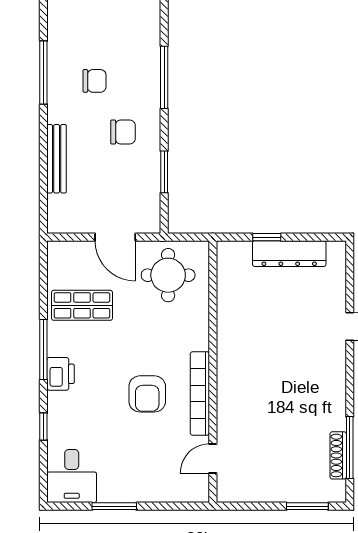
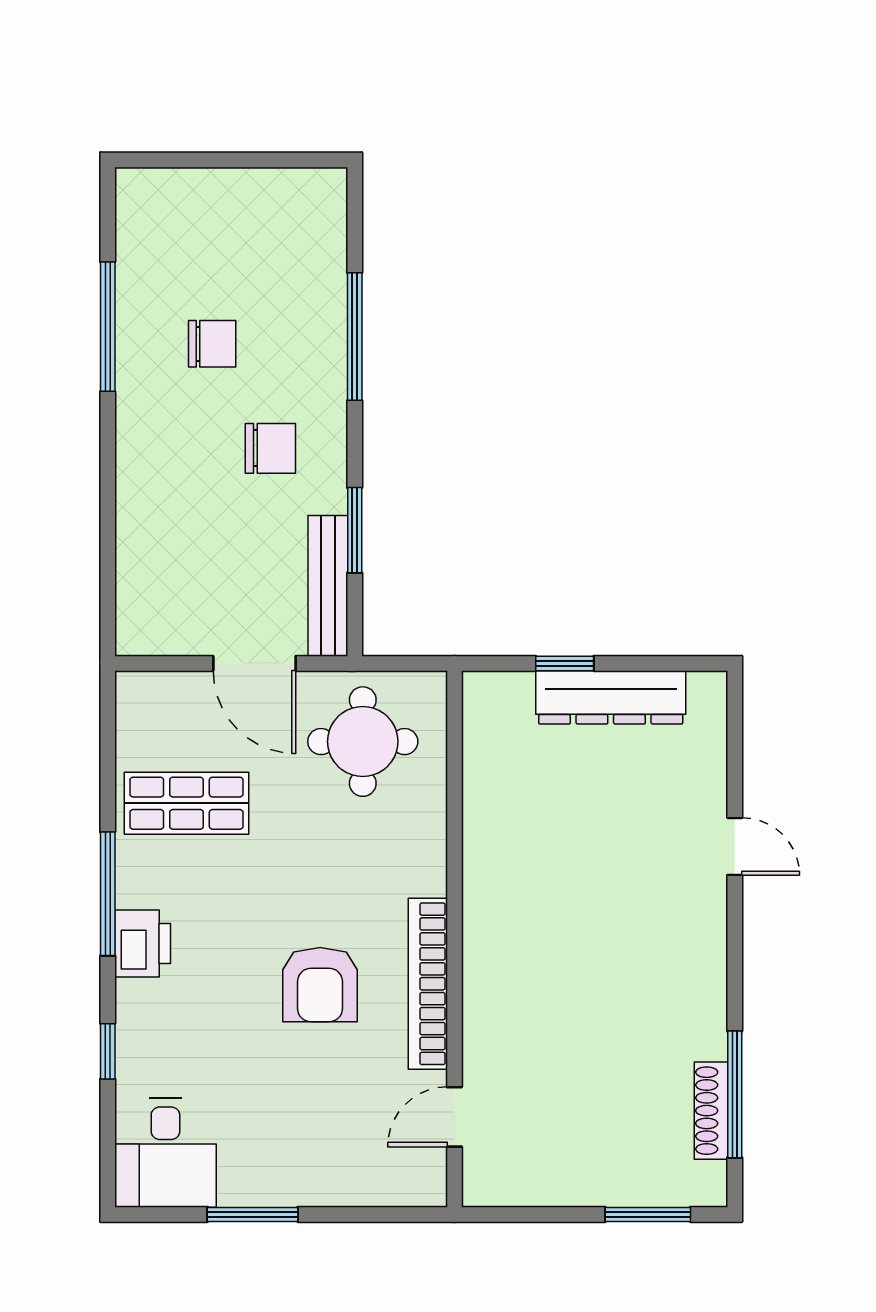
bench: (57, 159) -> (328, 586), moved

